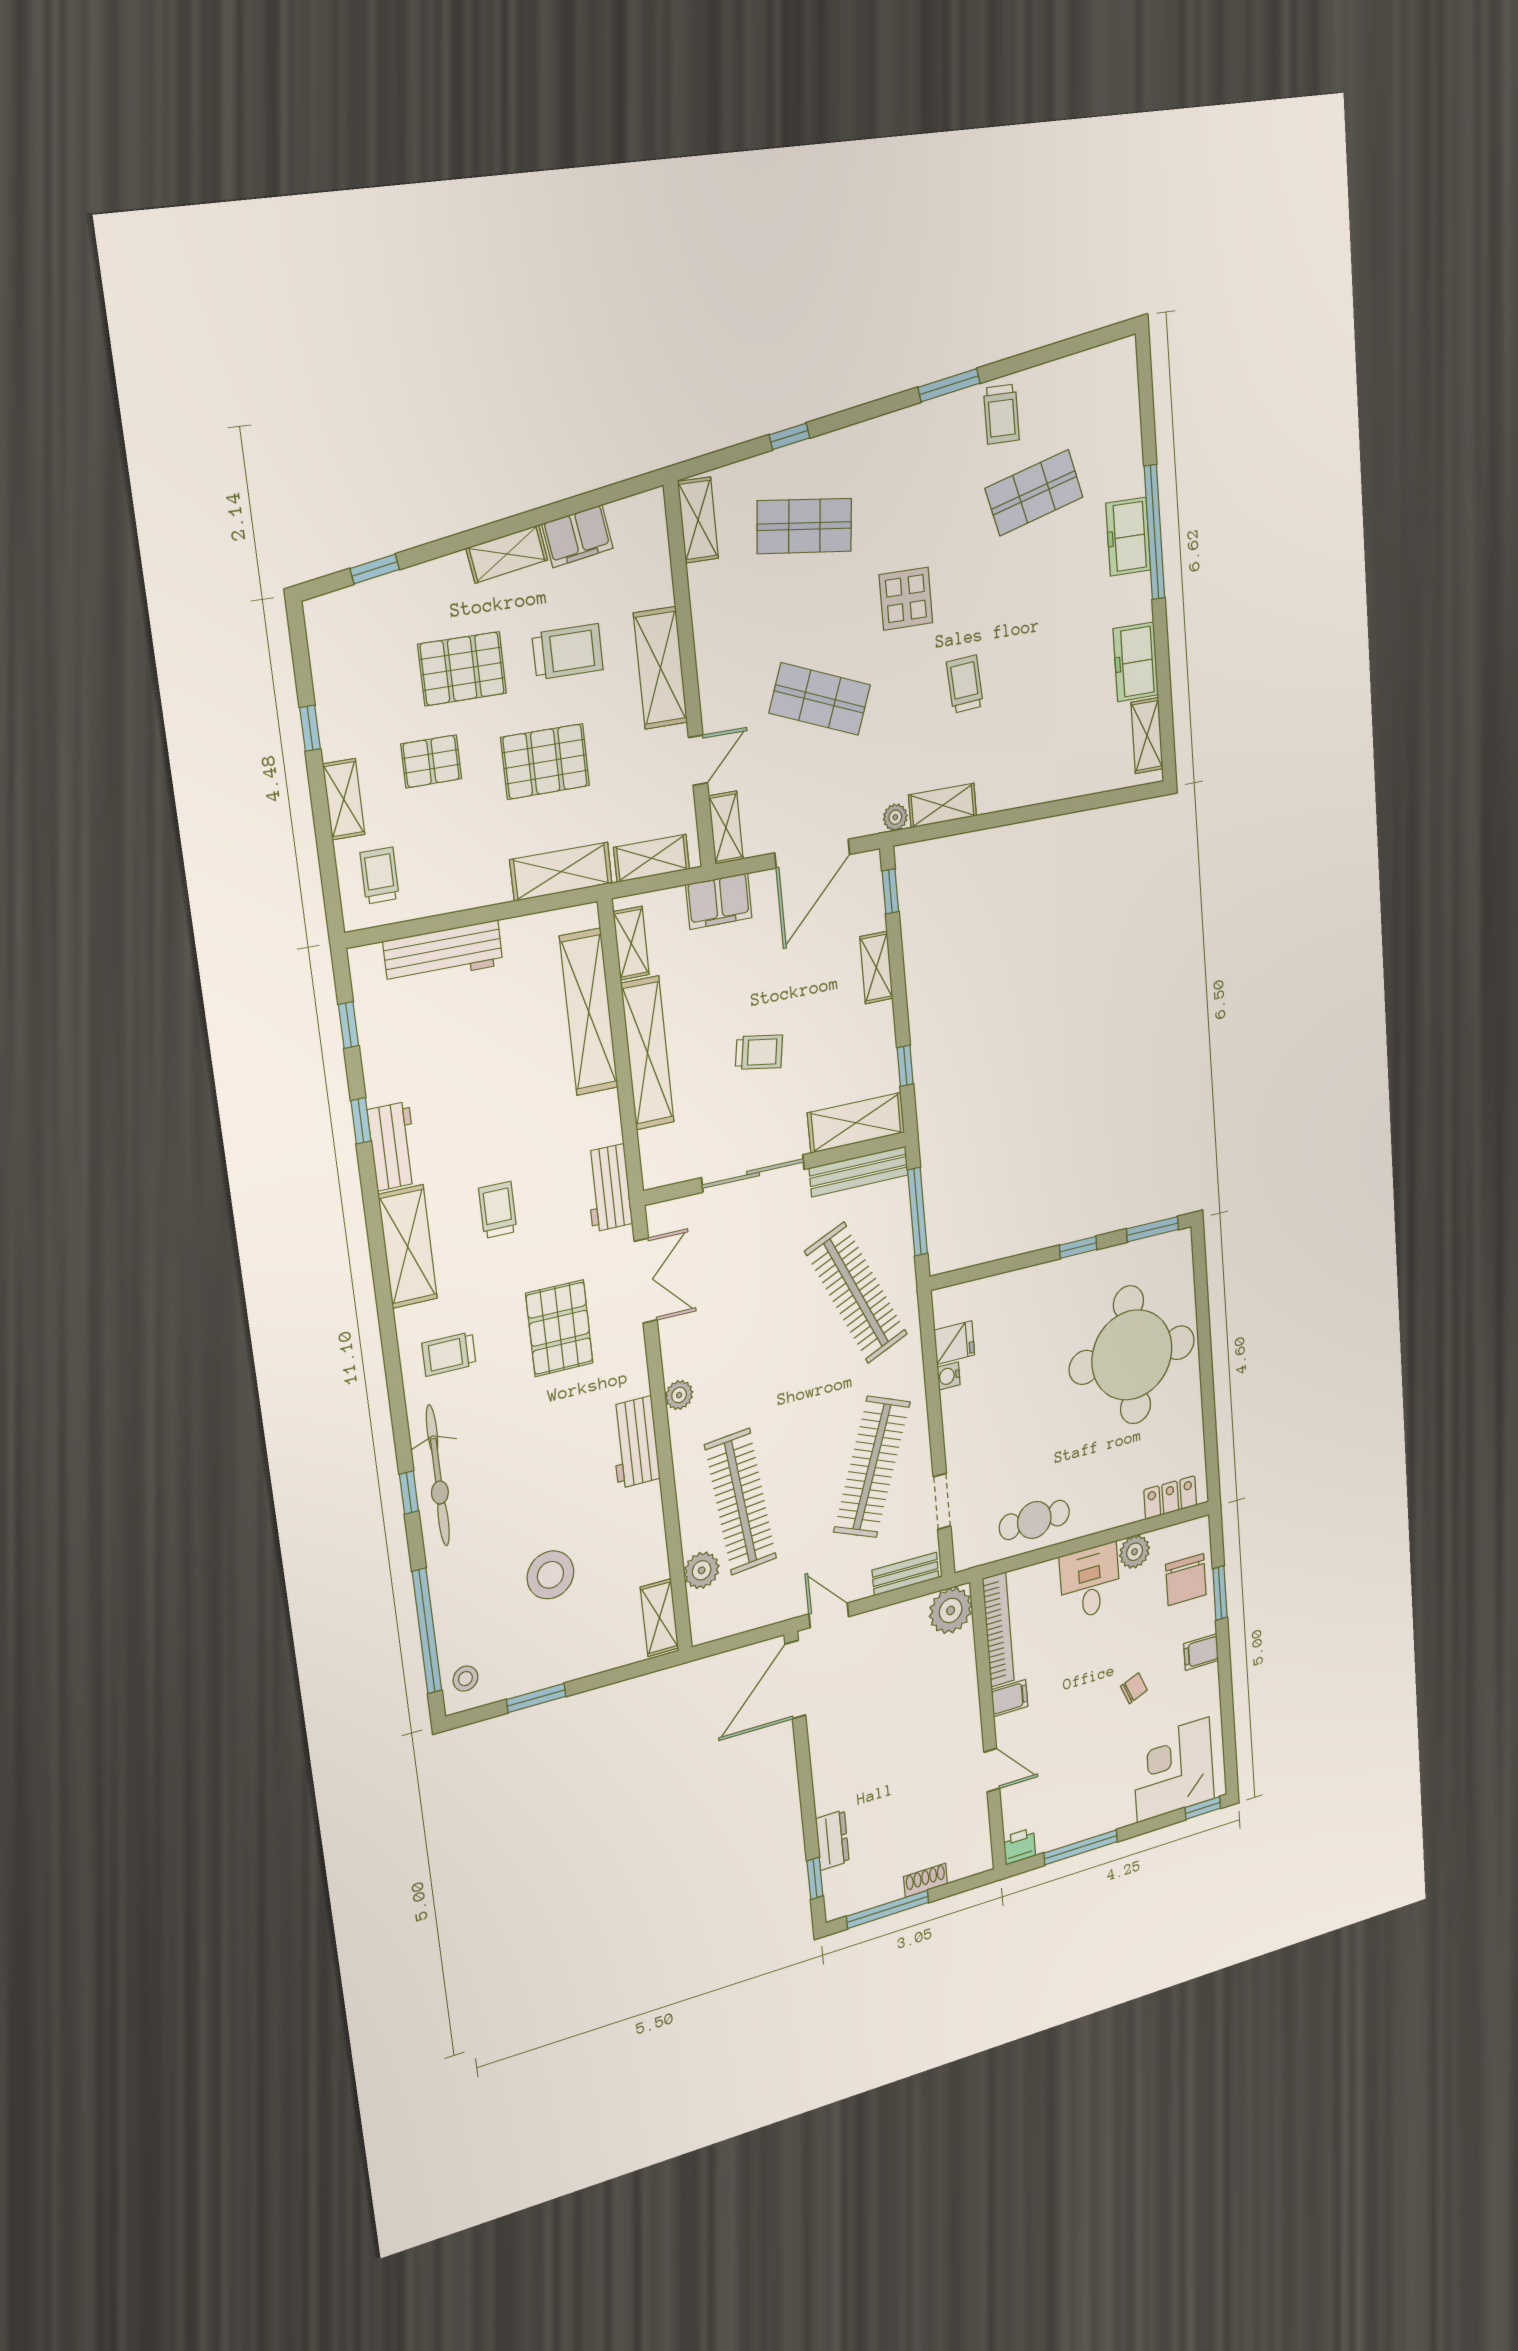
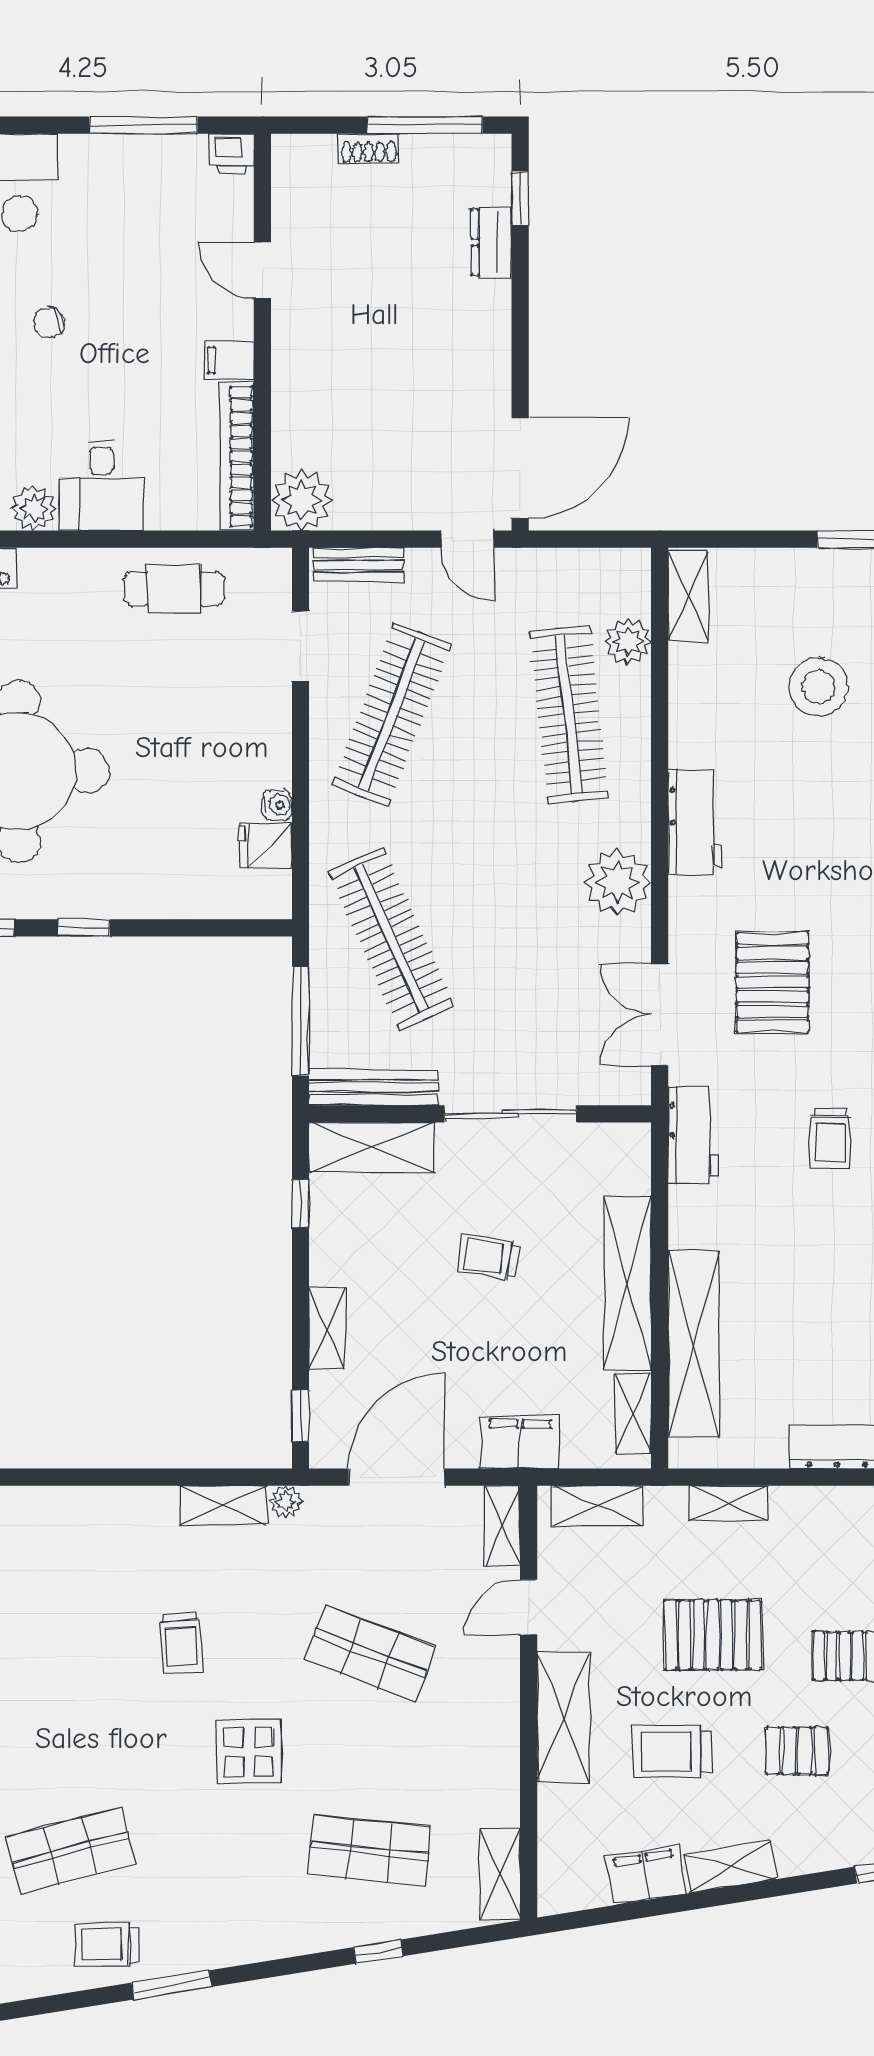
trolley: (1001, 414) -> (106, 1945), turned -90
pallet: (462, 669) -> (797, 1751), width x0.67, depth x0.71
shelving: (561, 872) -> (728, 1503), width x0.67, depth x0.75
plant: (679, 1395) -> (617, 882), width x1.88, depth x1.88

